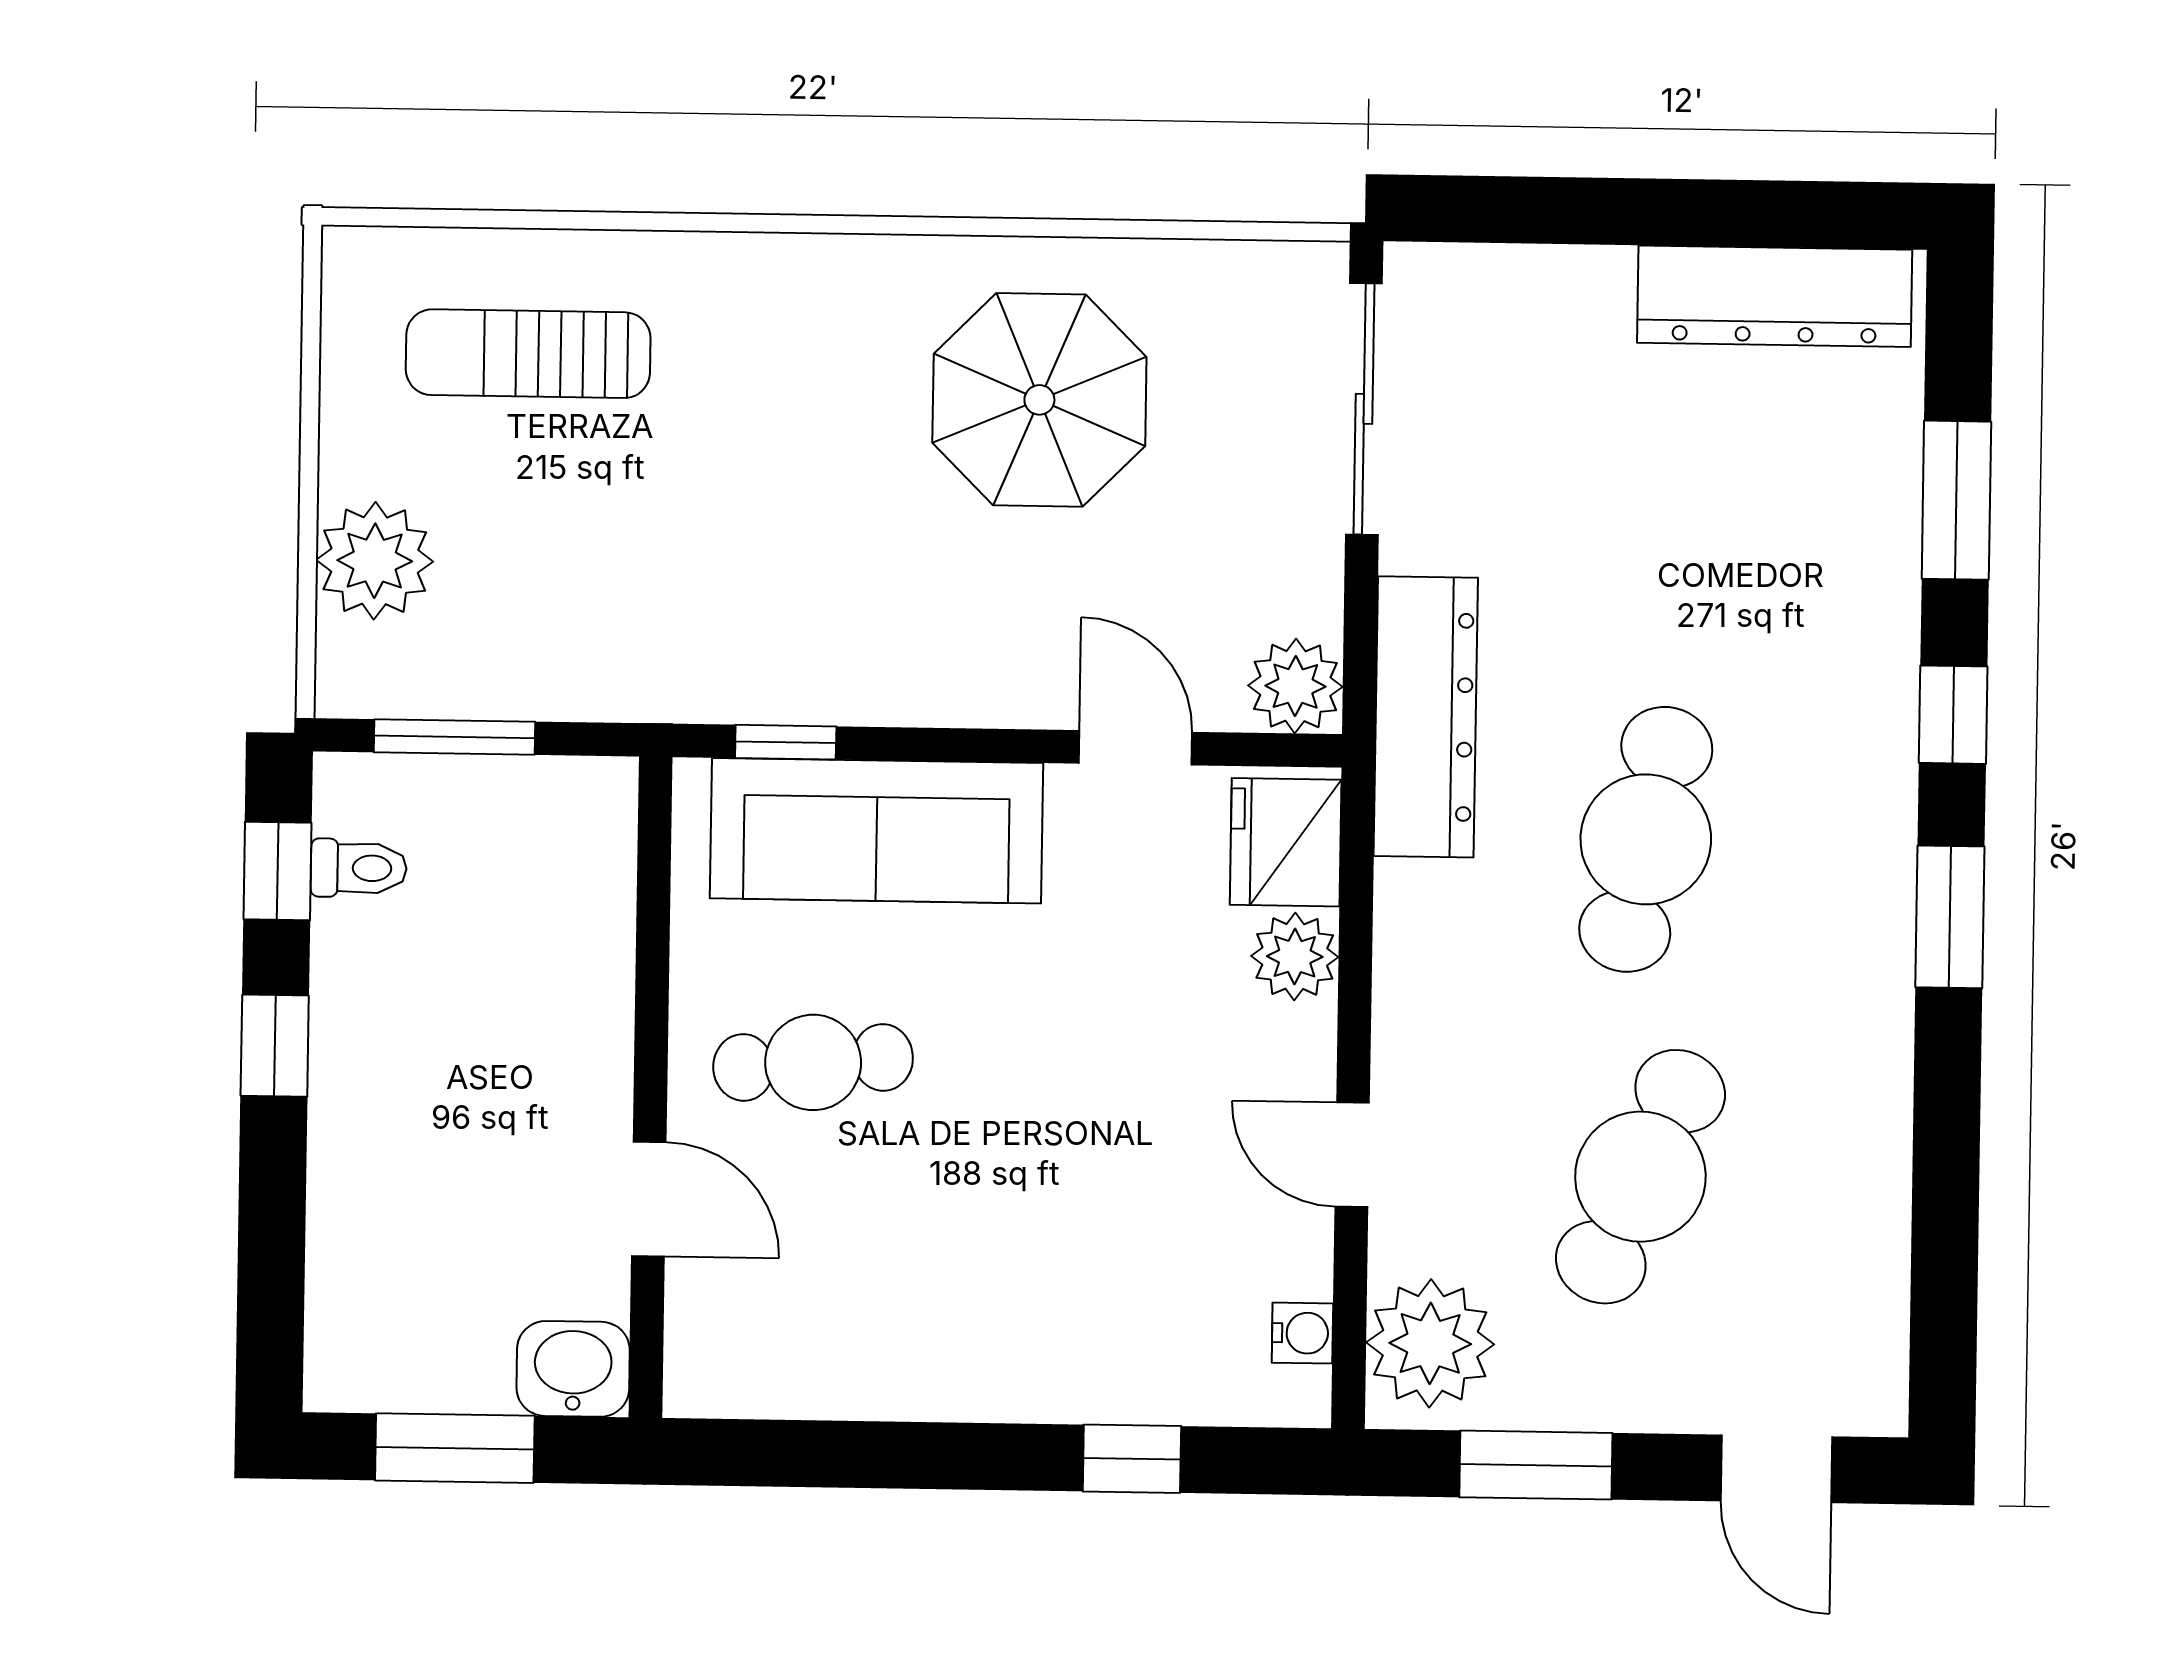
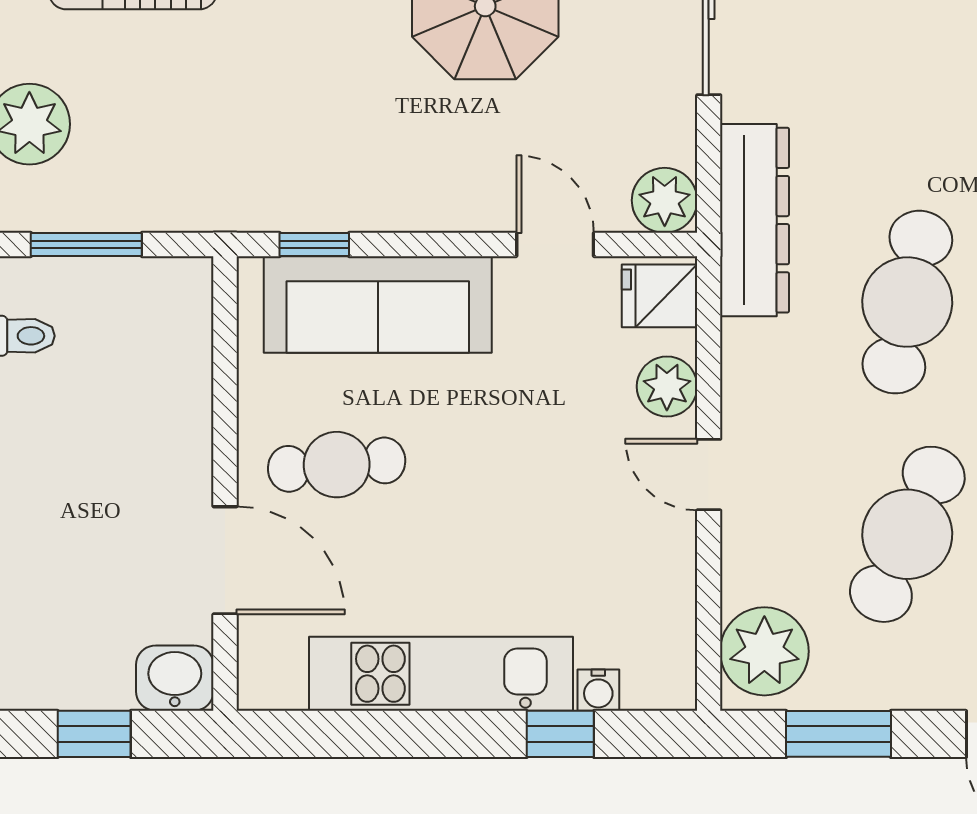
fridge: (1286, 842) -> (659, 296), width x0.72
door: (1352, 1155) -> (709, 475), moved
door: (649, 1199) -> (225, 560), width x1.37
water cooler: (1302, 1333) -> (598, 690), moved, turned 90
kitchen unit: (960, 1369) -> (441, 674), added
window: (455, 1448) -> (94, 734), width x0.67

